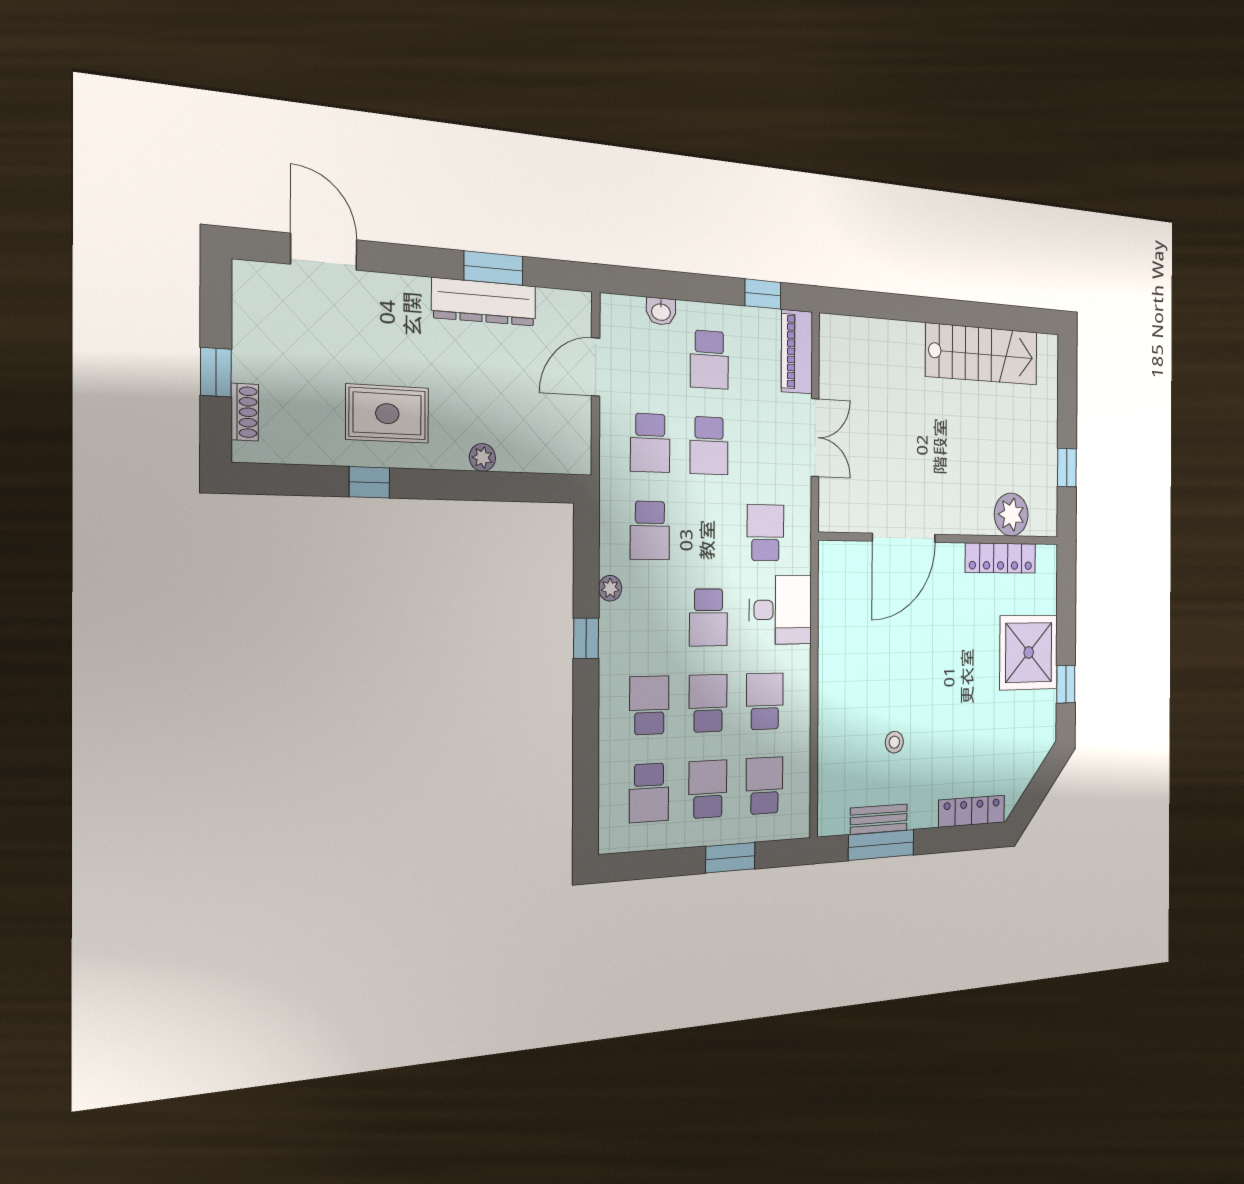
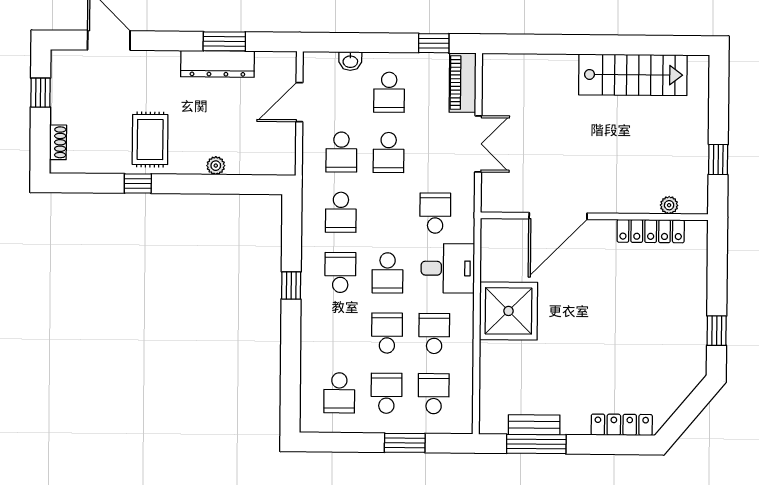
window: (216, 372) -> (41, 93), moved
rug: (387, 414) -> (150, 140), turned 90
plant: (1011, 514) -> (669, 205), width x0.53, depth x0.53
plant: (610, 588) -> (310, 252), removed
shower: (1029, 652) -> (508, 311), moved
school desk: (649, 705) -> (340, 272), moved
stool: (894, 742) -> (549, 368), removed

